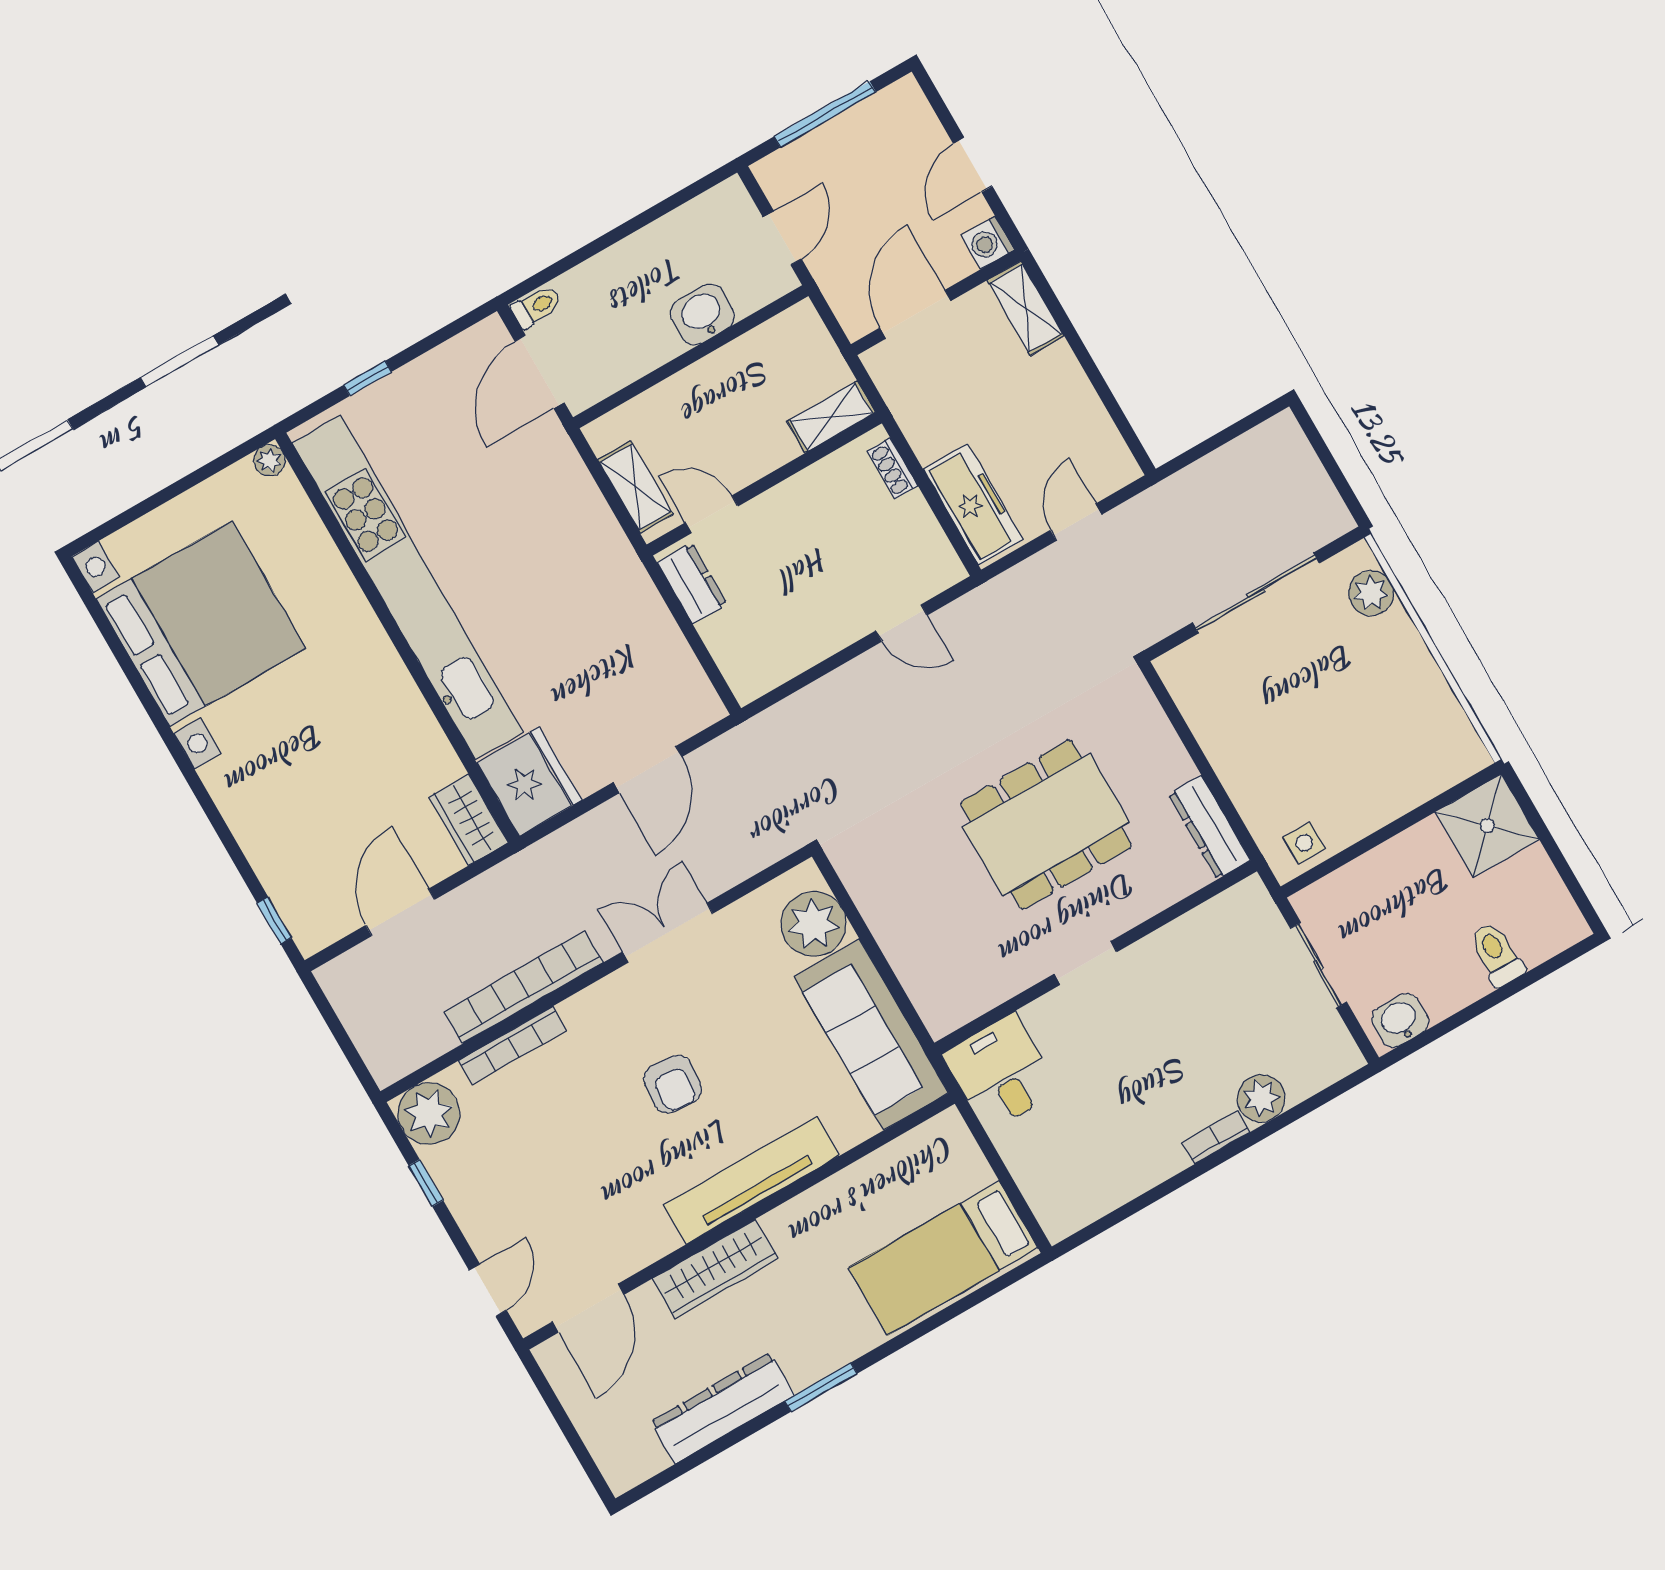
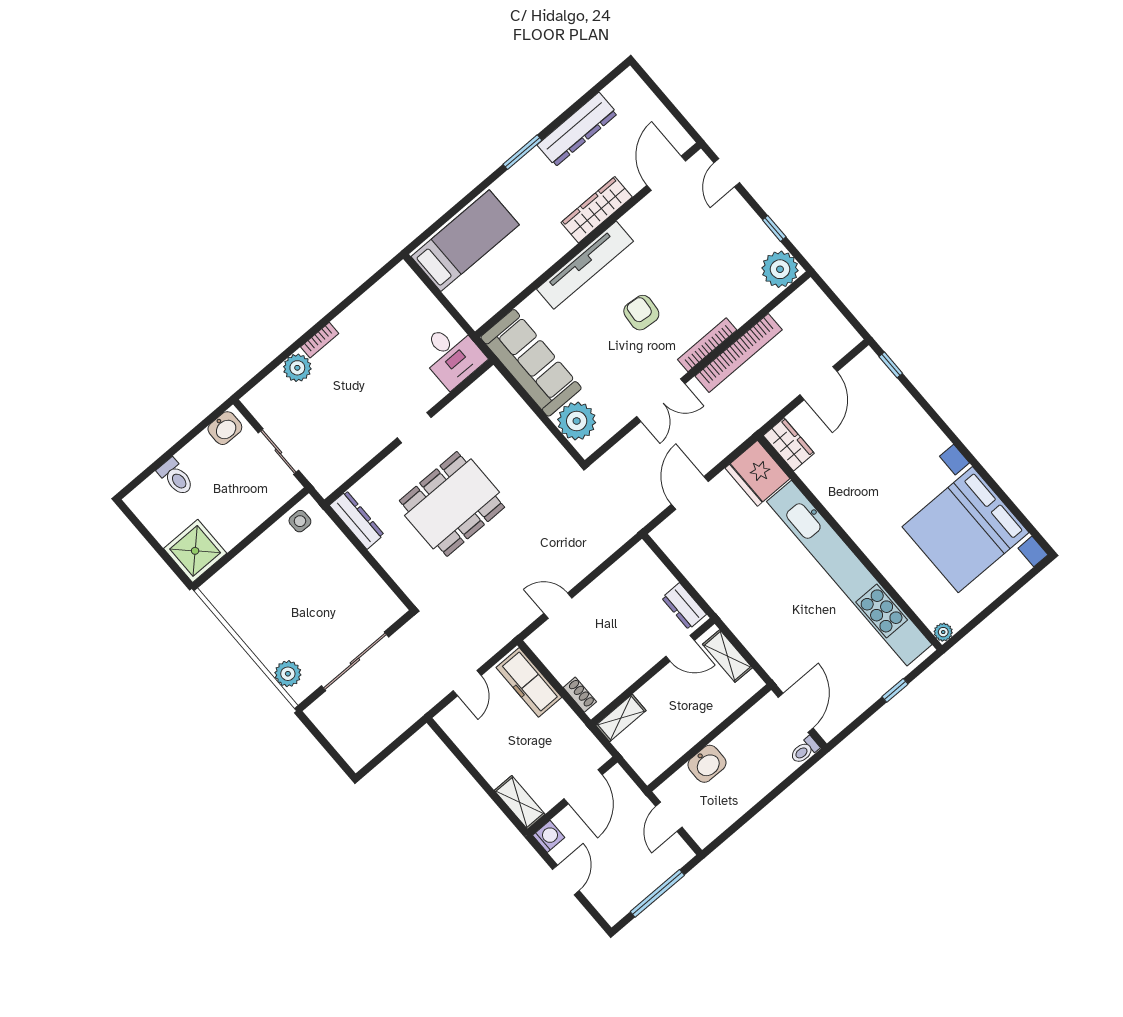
bookcase: (512, 1045) -> (707, 345), moved

